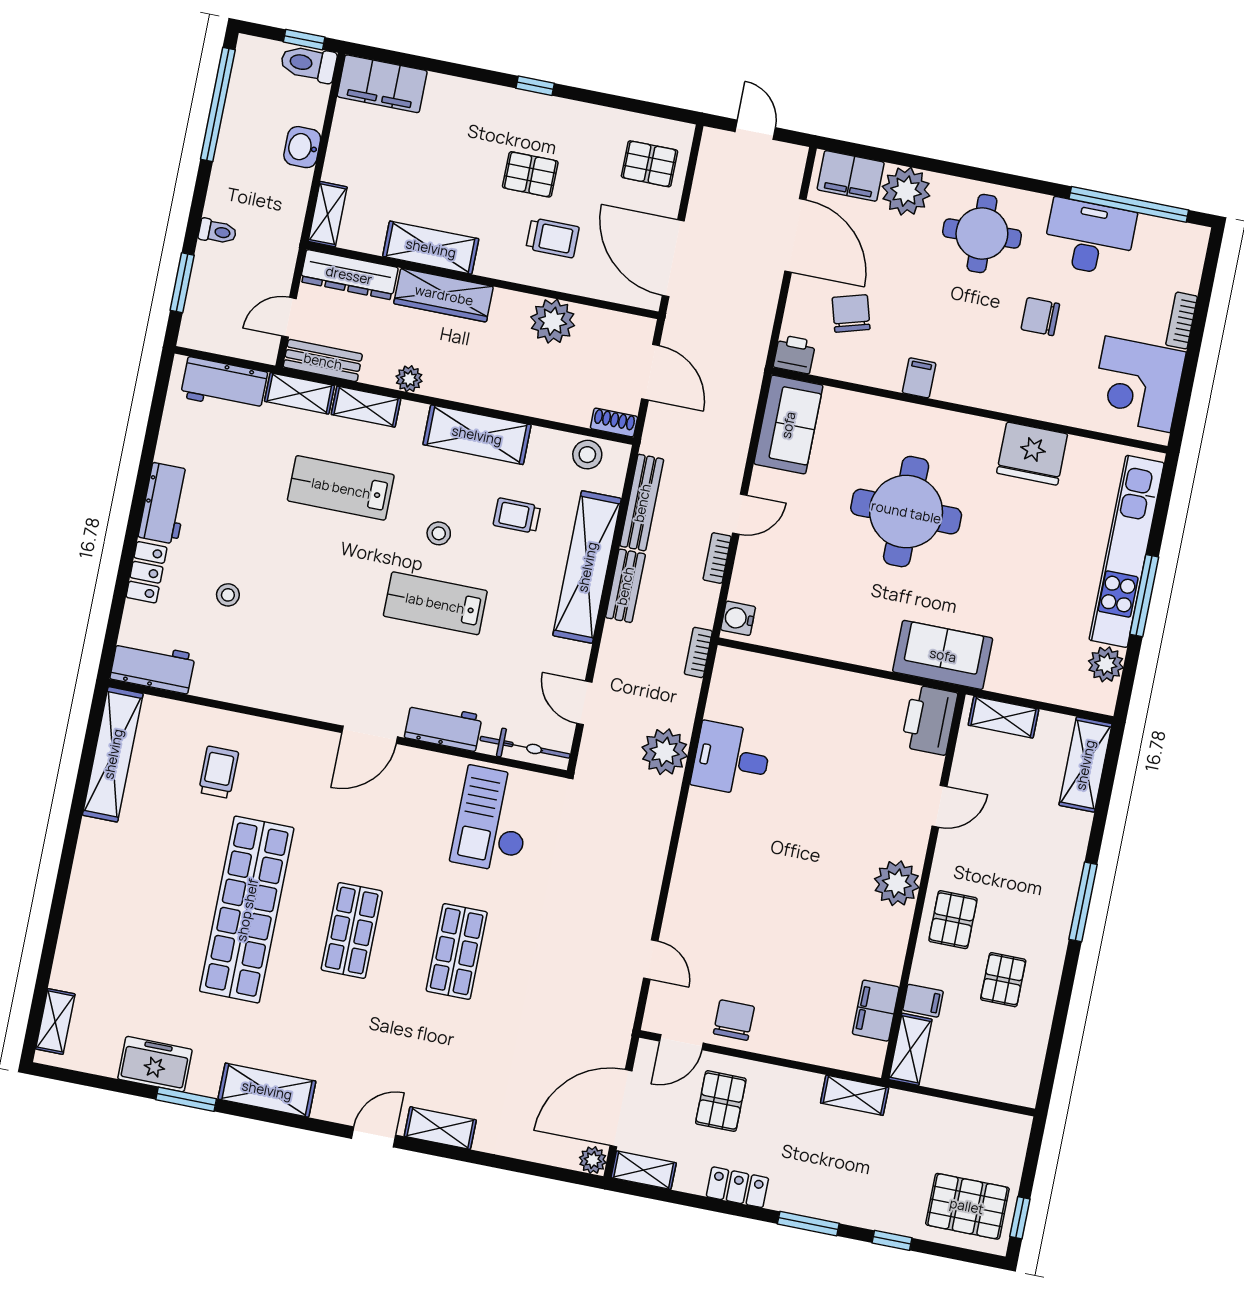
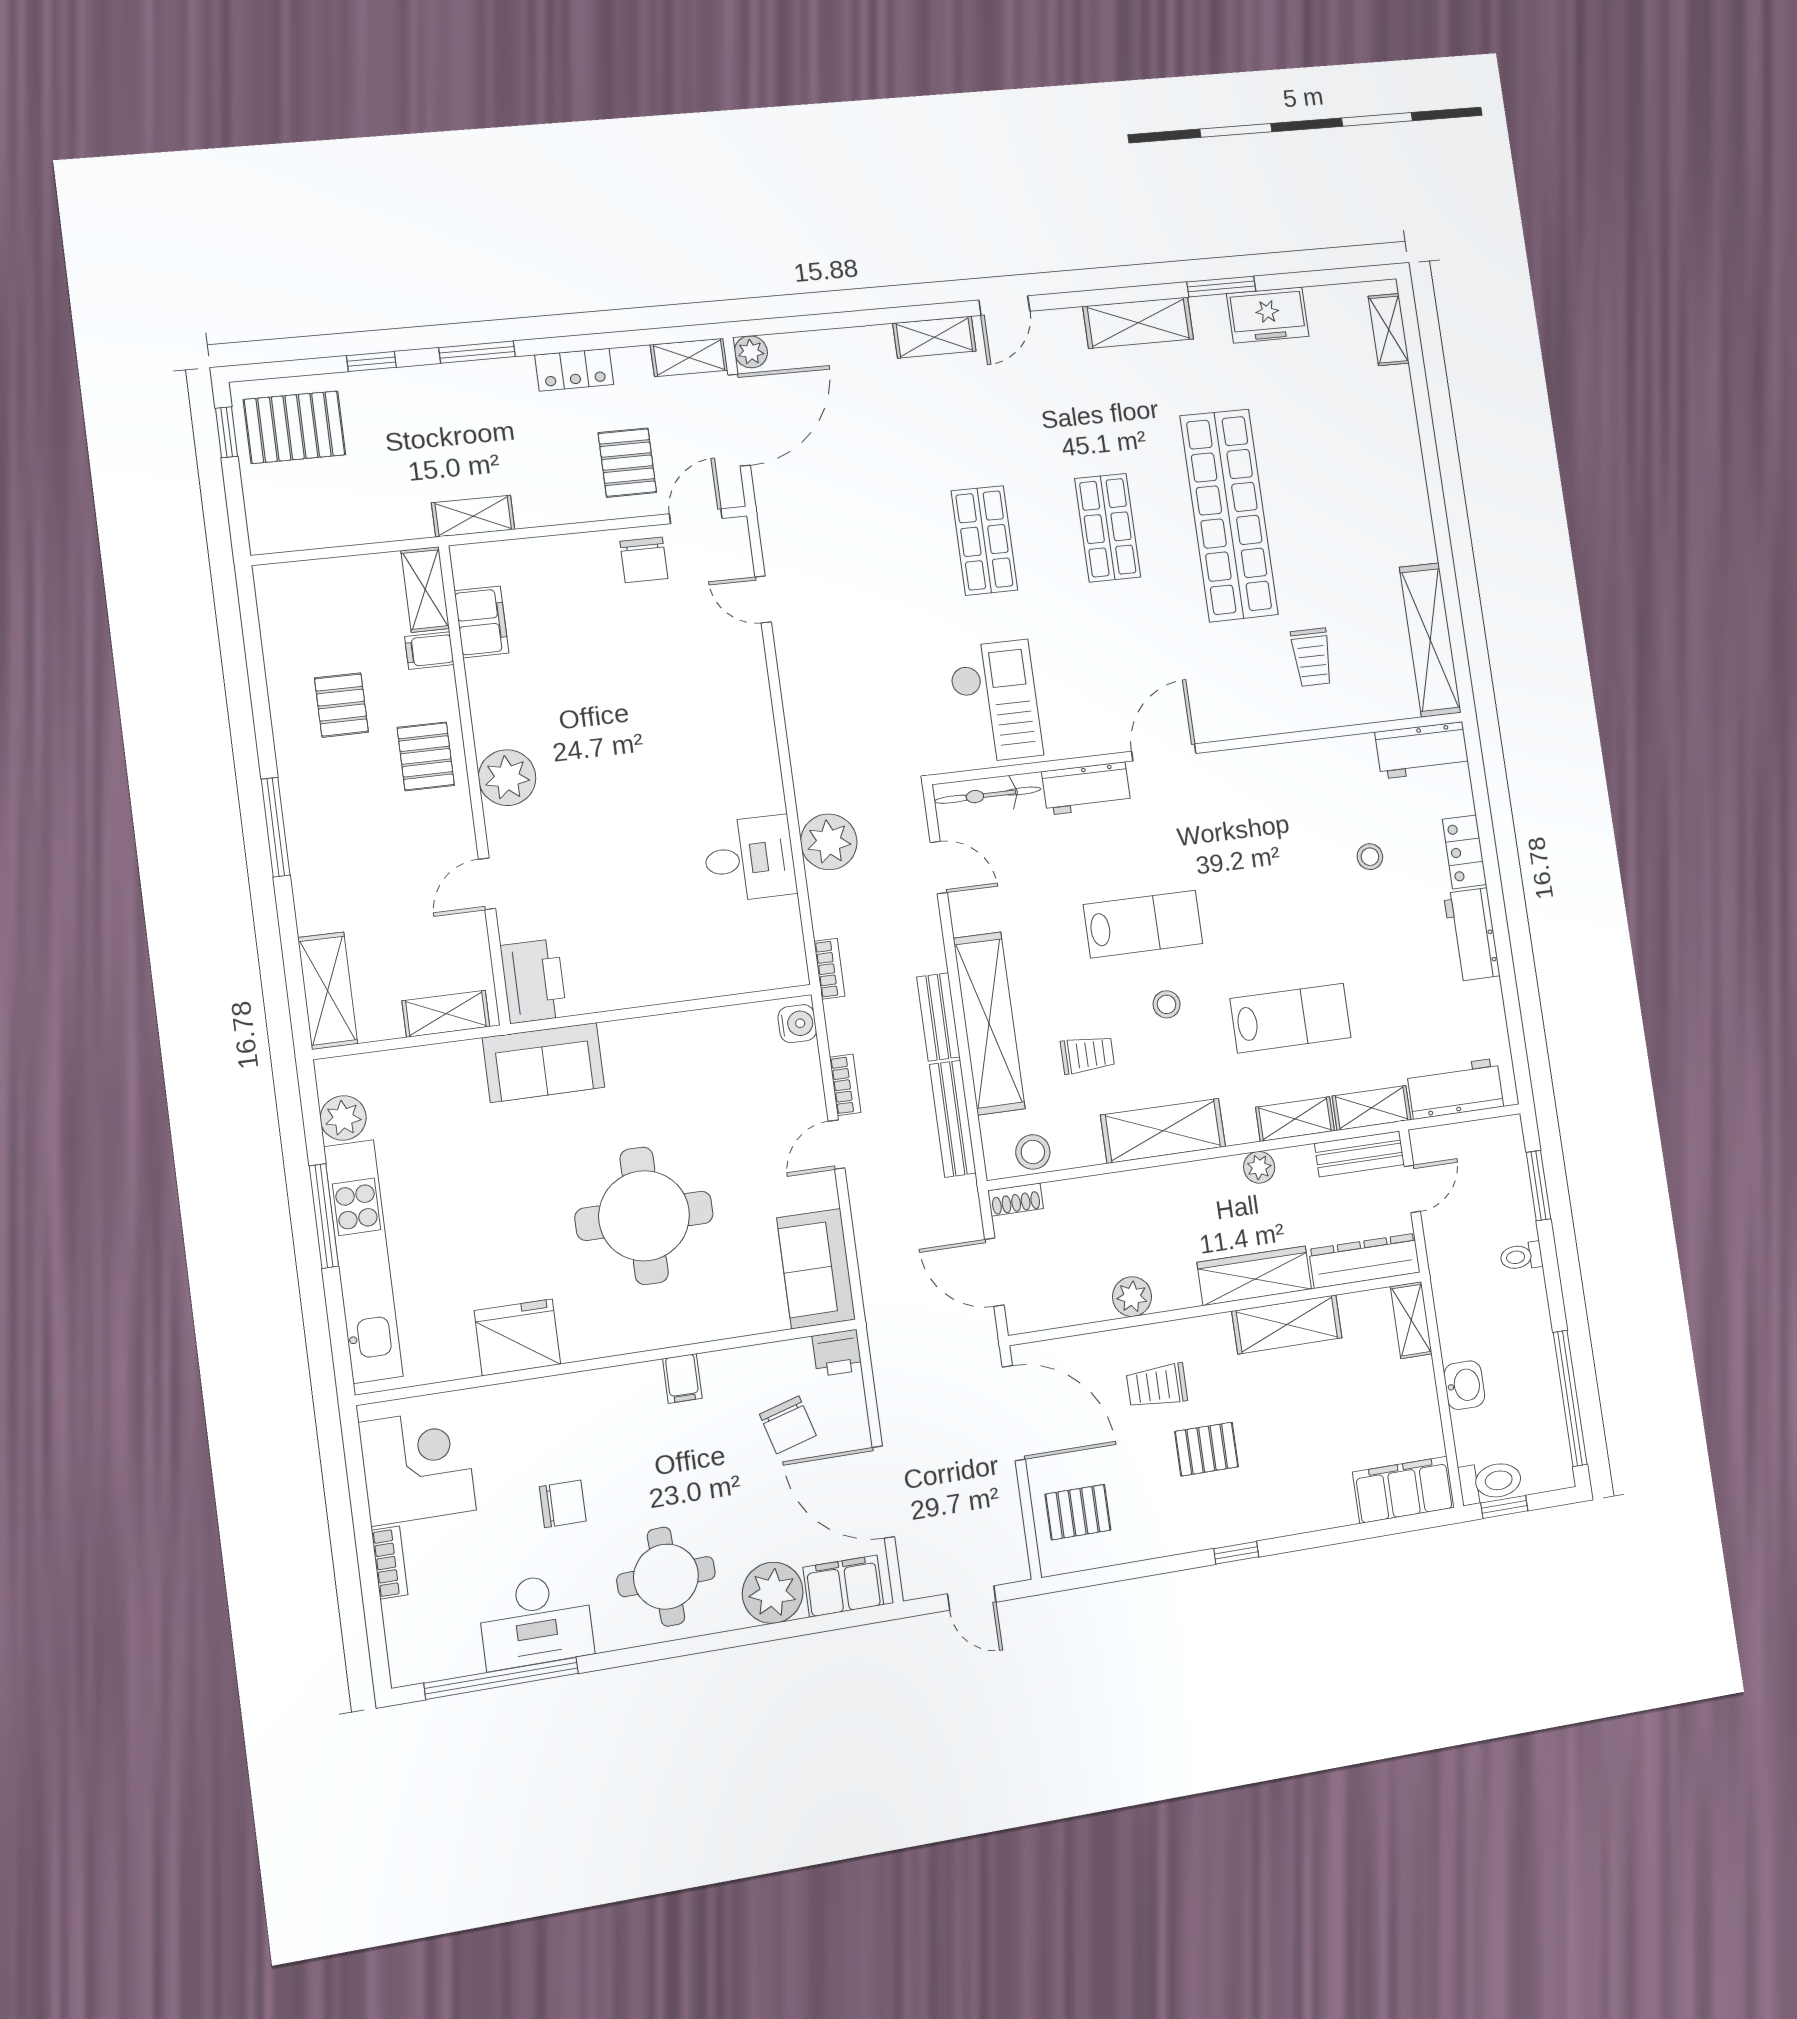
plant: (553, 321) -> (1132, 1297), width x0.73, depth x0.73

